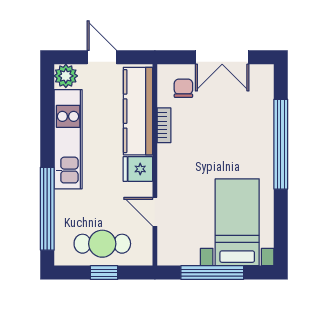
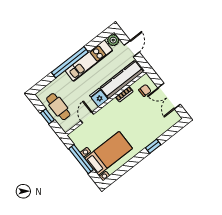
window: (281, 144) -> (153, 146), width x0.32
window: (47, 209) -> (70, 62), moved

